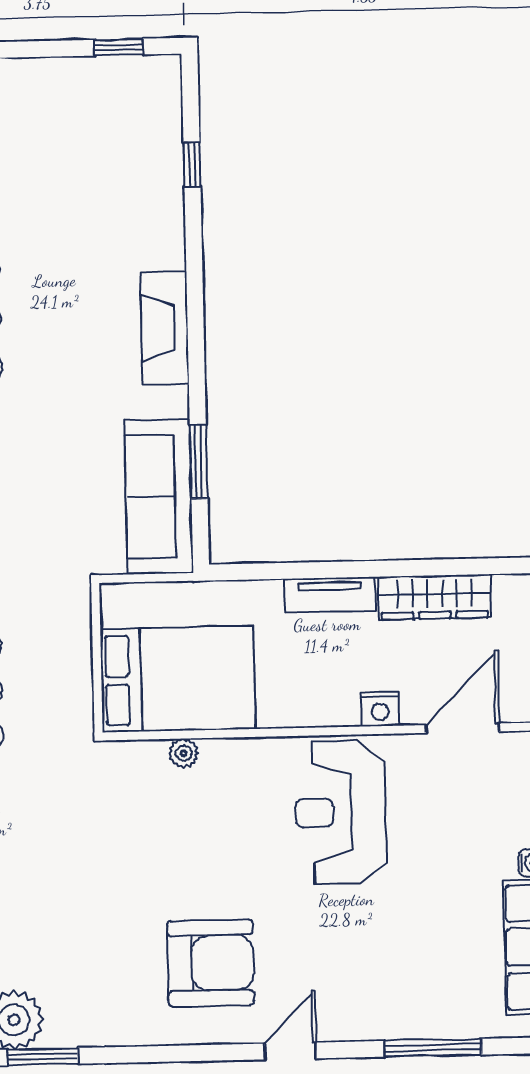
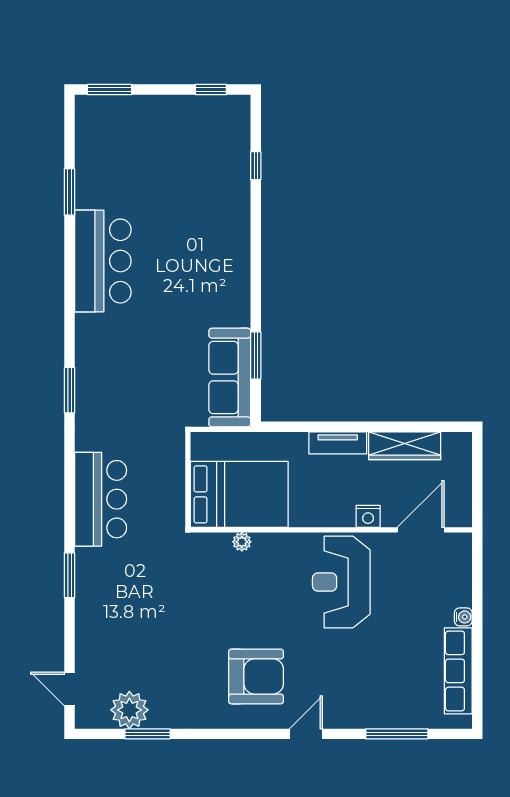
fireplace: (165, 328) -> (236, 270), removed

